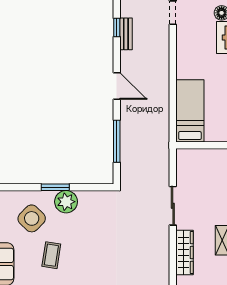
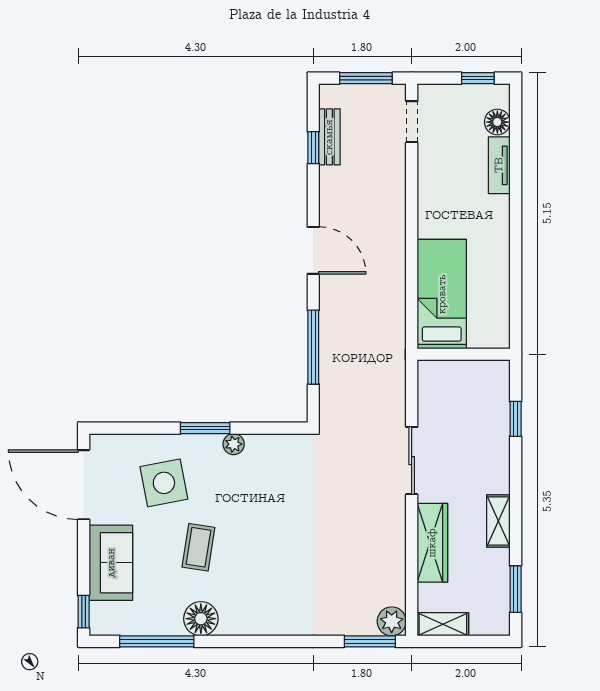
bench: (126, 34) -> (329, 137), moved
plant: (66, 202) -> (234, 444), width x0.53, depth x0.53
side table: (32, 218) -> (164, 483), turned 35

